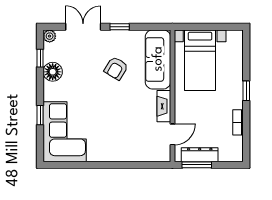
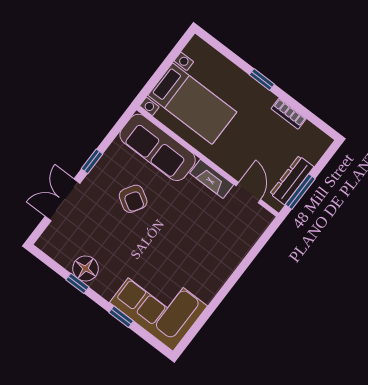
plant: (50, 36) -> (45, 243), removed
window: (40, 58) -> (77, 283), moved

